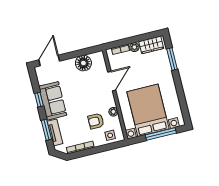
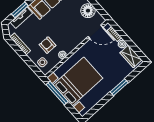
window: (172, 59) -> (119, 87), moved
door: (112, 81) -> (95, 32), moved
window: (161, 134) -> (57, 93), moved

